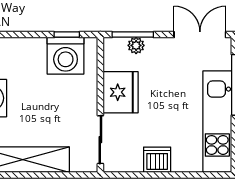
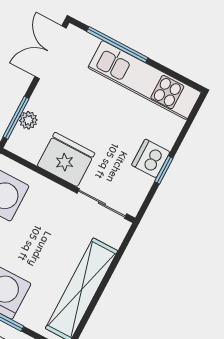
window: (153, 175) -> (164, 170), added

